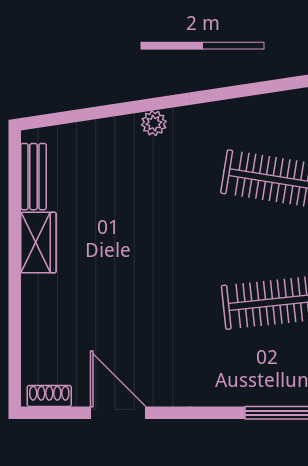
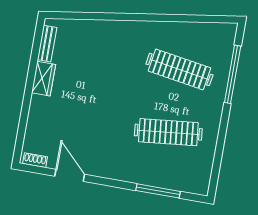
plant: (154, 123) -> (115, 27), removed

